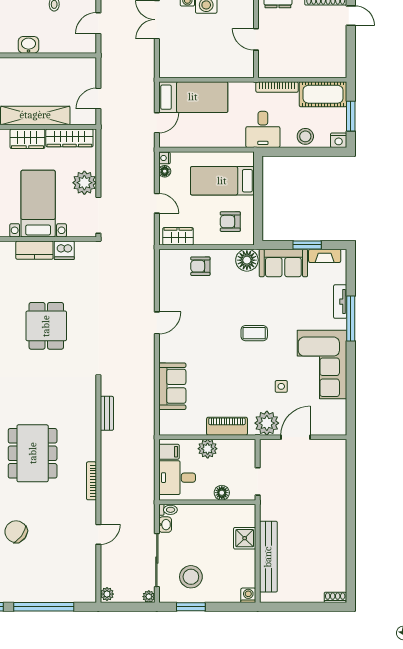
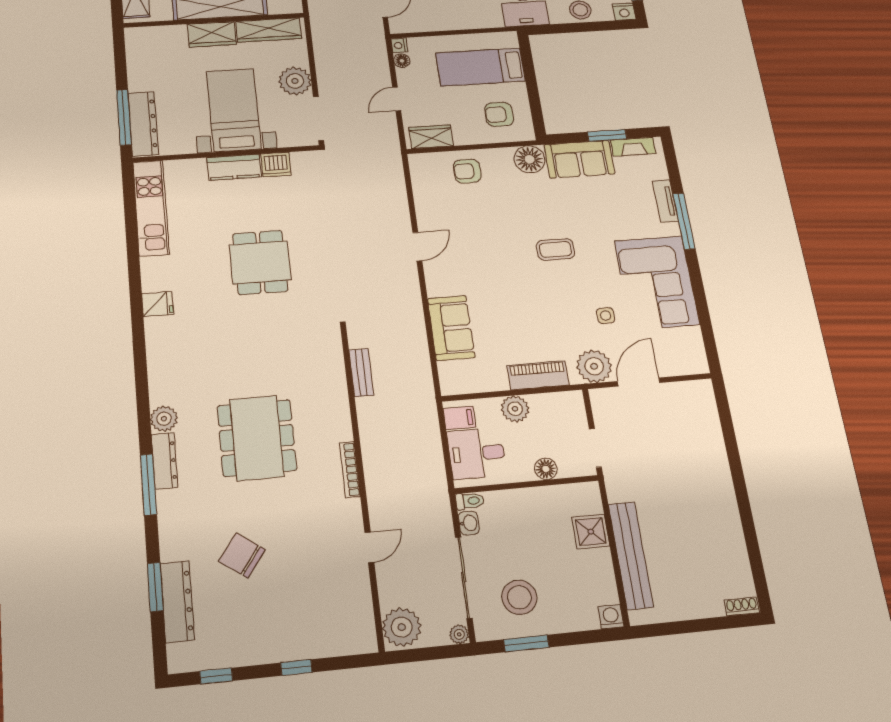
door: (157, 203) -> (397, 99), swing flipped
plant: (107, 594) -> (402, 627), width x1.88, depth x1.88
window: (44, 607) -> (296, 668), width x0.32

